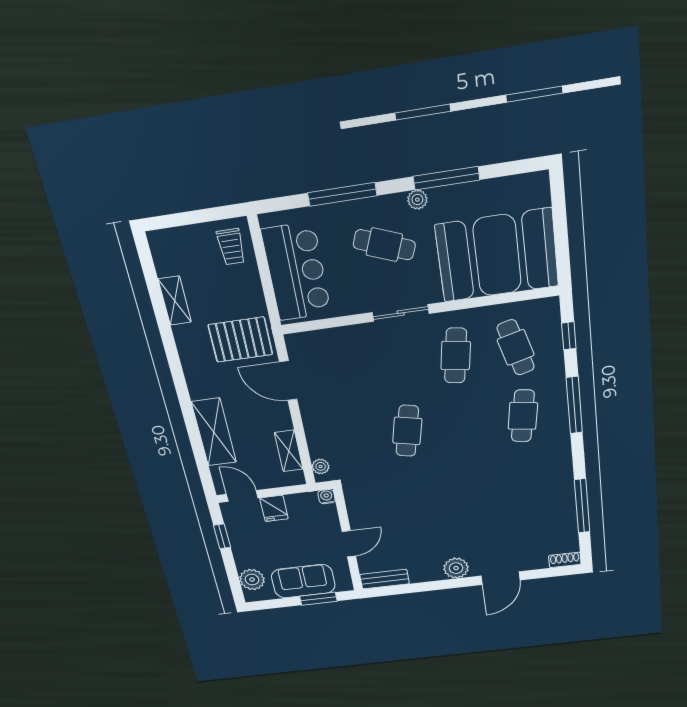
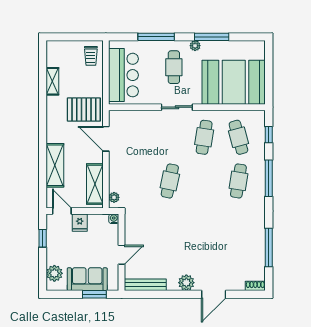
cafe table: (384, 245) -> (174, 67), turned 69
shelving: (289, 451) -> (95, 184), width x1.50, depth x1.33
bench: (385, 579) -> (145, 285), width x1.36

